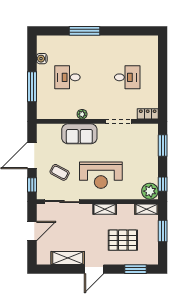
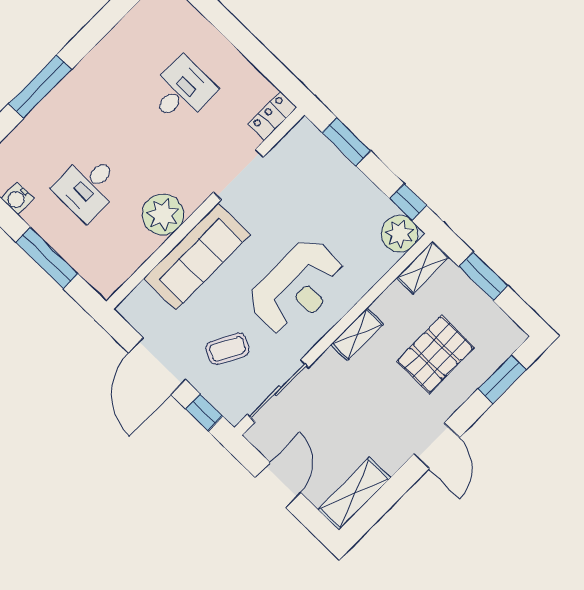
plant: (82, 114) -> (163, 215), width x1.87, depth x1.87
sofa: (79, 134) -> (197, 256), width x1.36
shelving: (68, 258) -> (354, 494), moved

